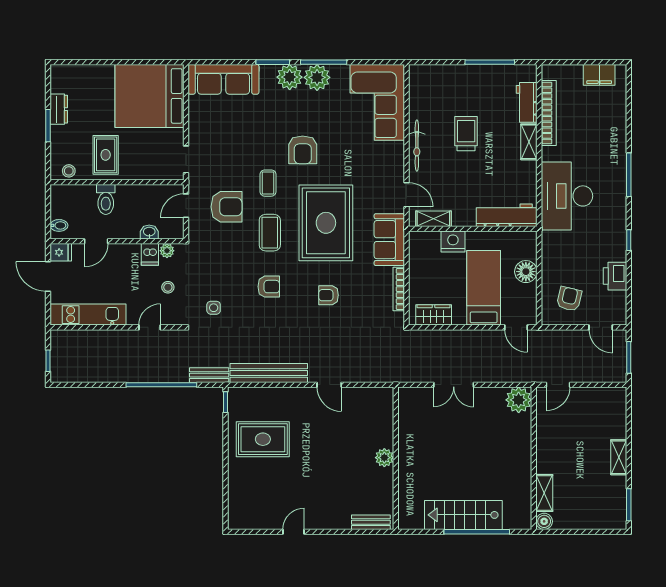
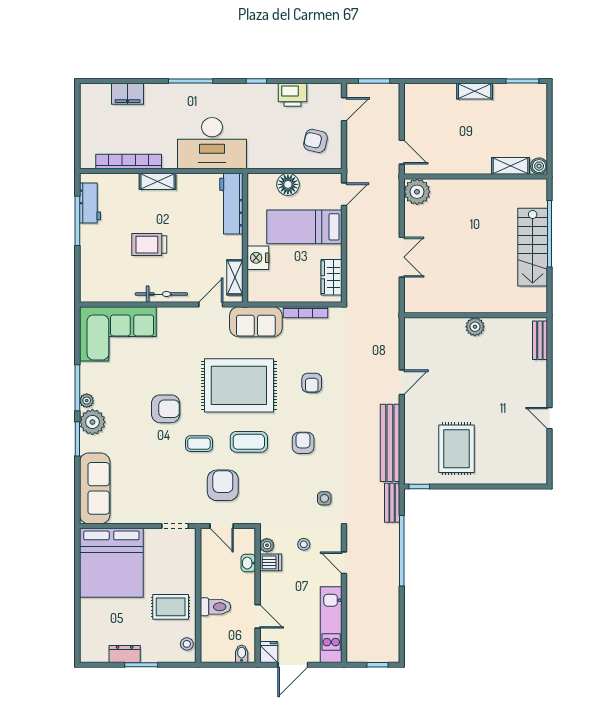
filing cabinet: (599, 75) -> (128, 94), moved, turned 90
plant: (317, 77) -> (87, 401), width x0.53, depth x0.53
workbench: (527, 102) -> (90, 203), moved, turned -90

